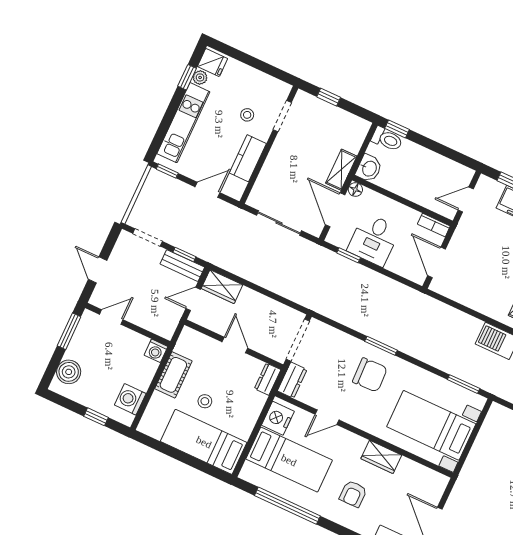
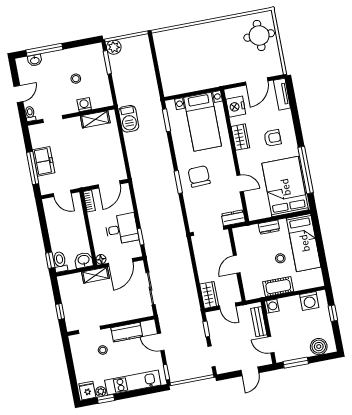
bench: (182, 266) -> (259, 322), moved
dresser: (268, 379) -> (269, 227), moved
nightstand: (278, 418) -> (236, 107), moved, turned 90
bed: (289, 460) -> (285, 187), width x1.50

